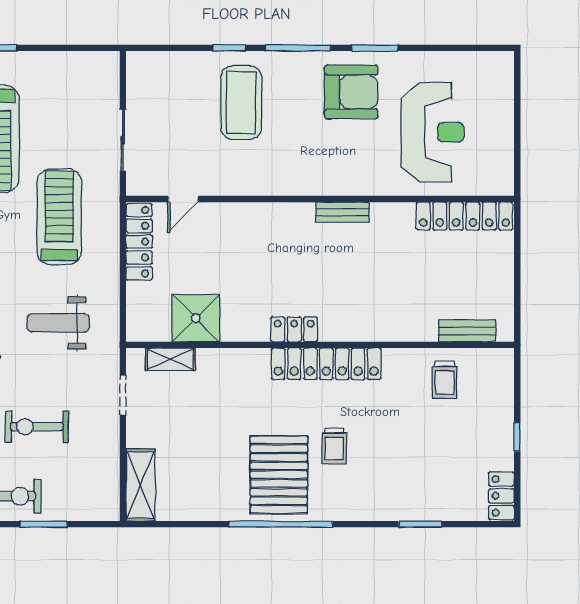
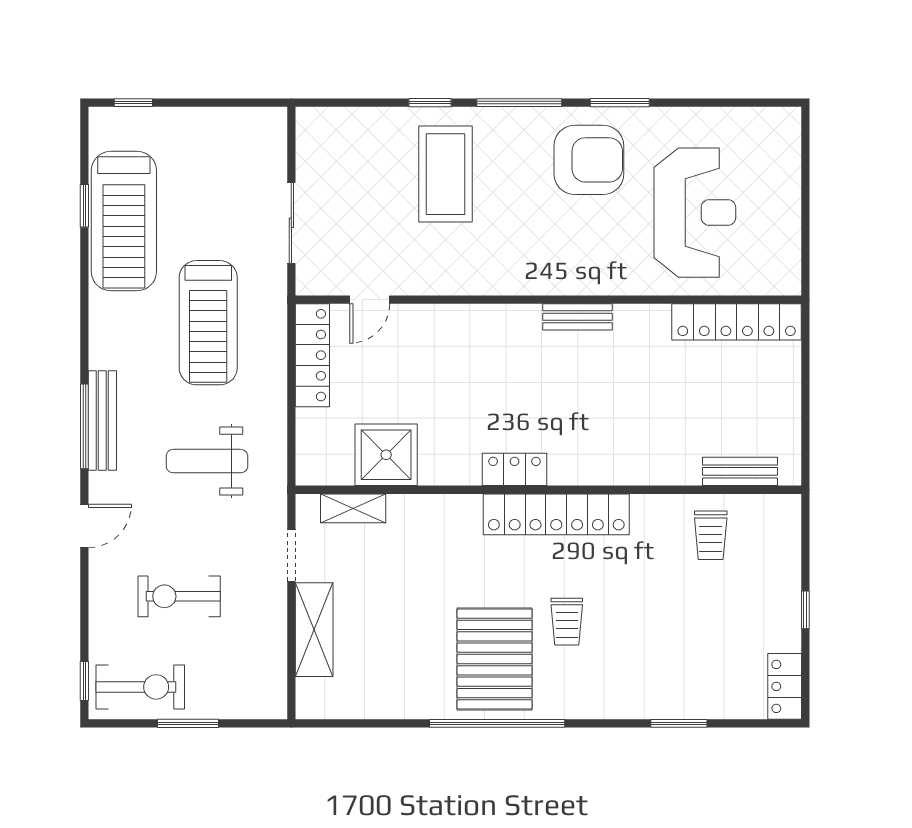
treadmill: (59, 217) -> (208, 323), turned 180
shelving: (140, 485) -> (314, 630), moved

